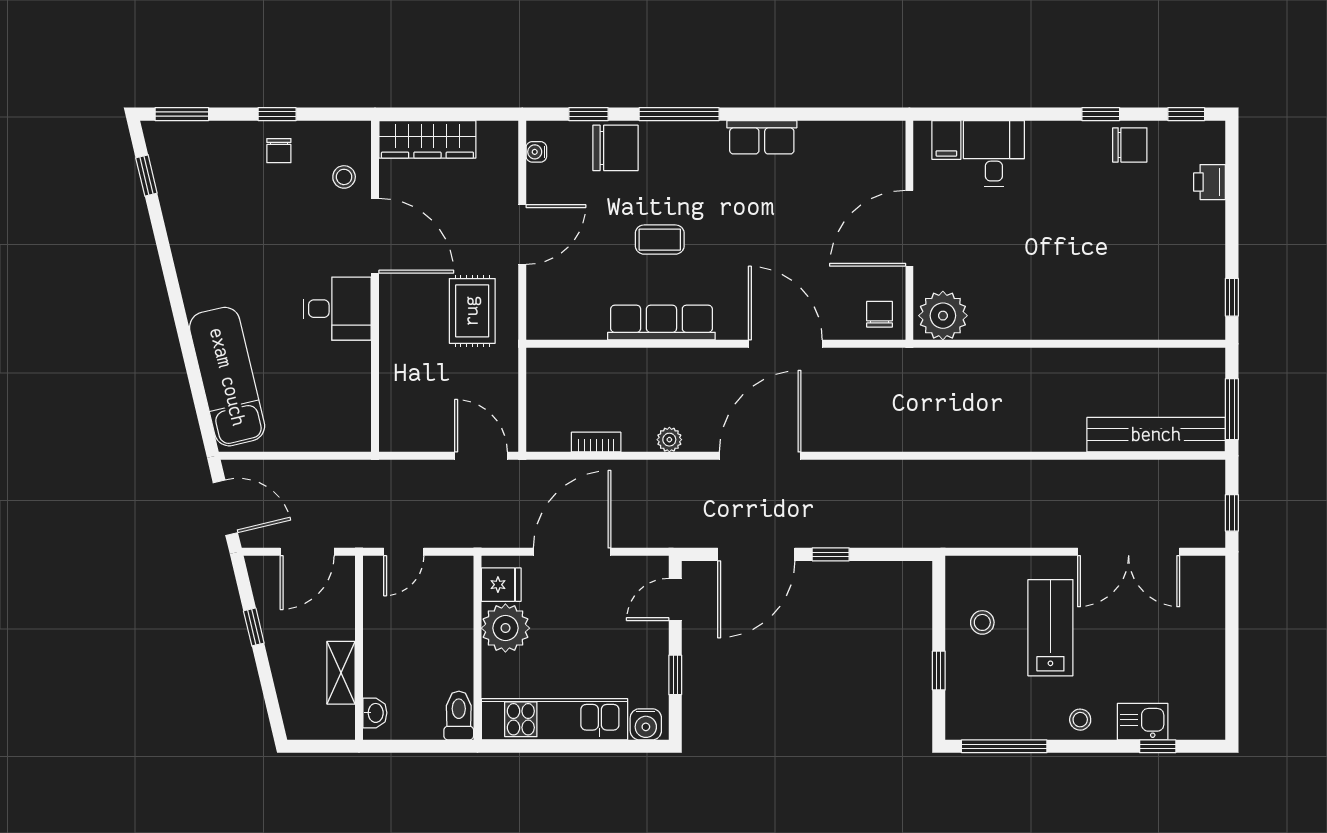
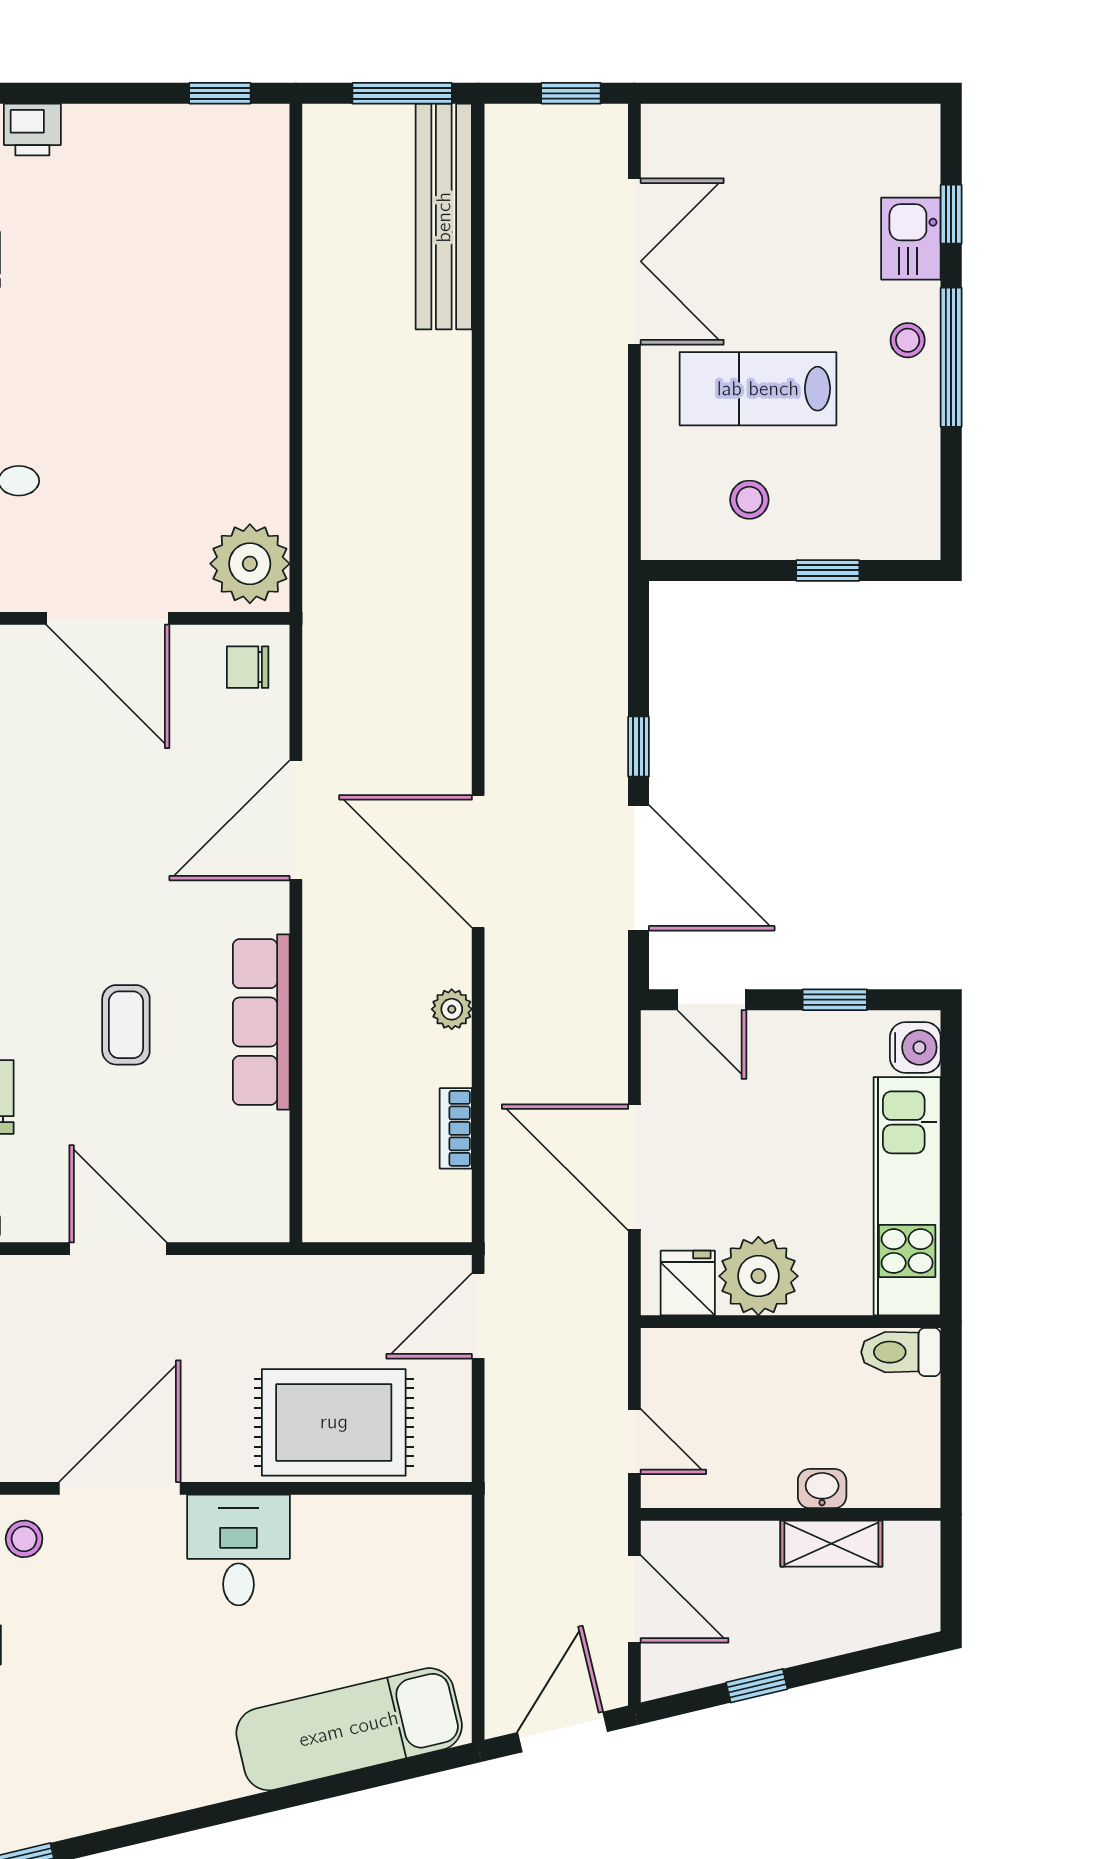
rug: (472, 311) -> (334, 1422), moved, width x1.36, depth x1.43
washbasin: (375, 713) -> (822, 1489), moved
window: (1004, 746) -> (951, 357), moved

